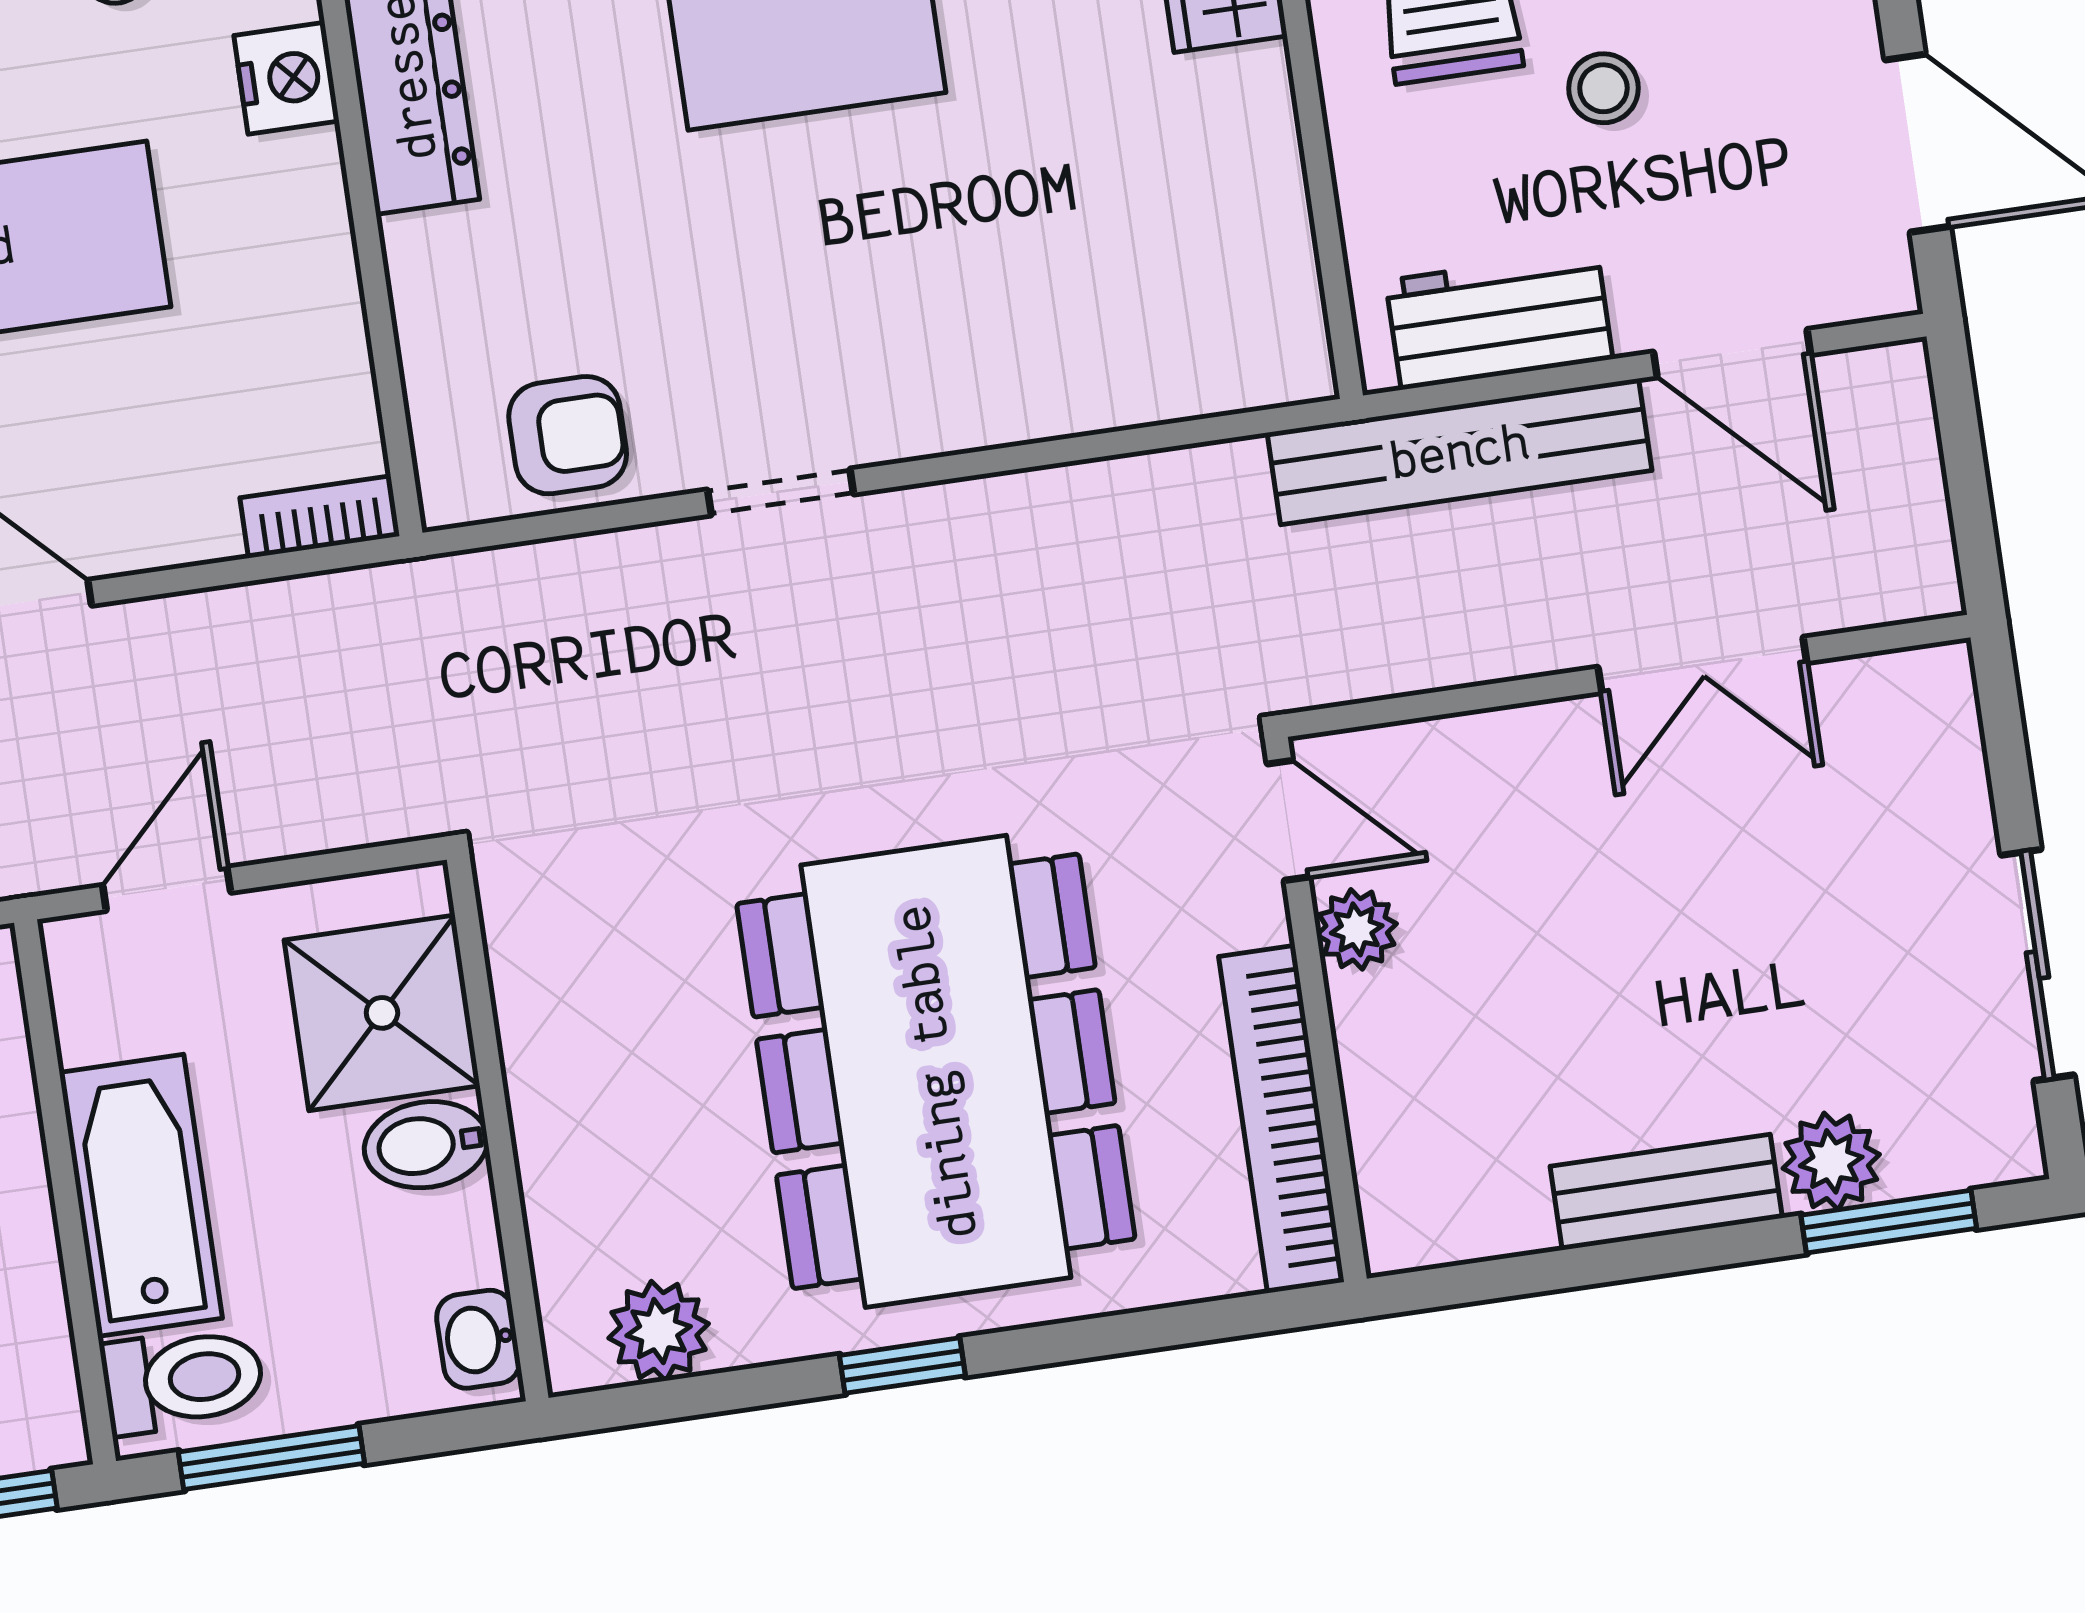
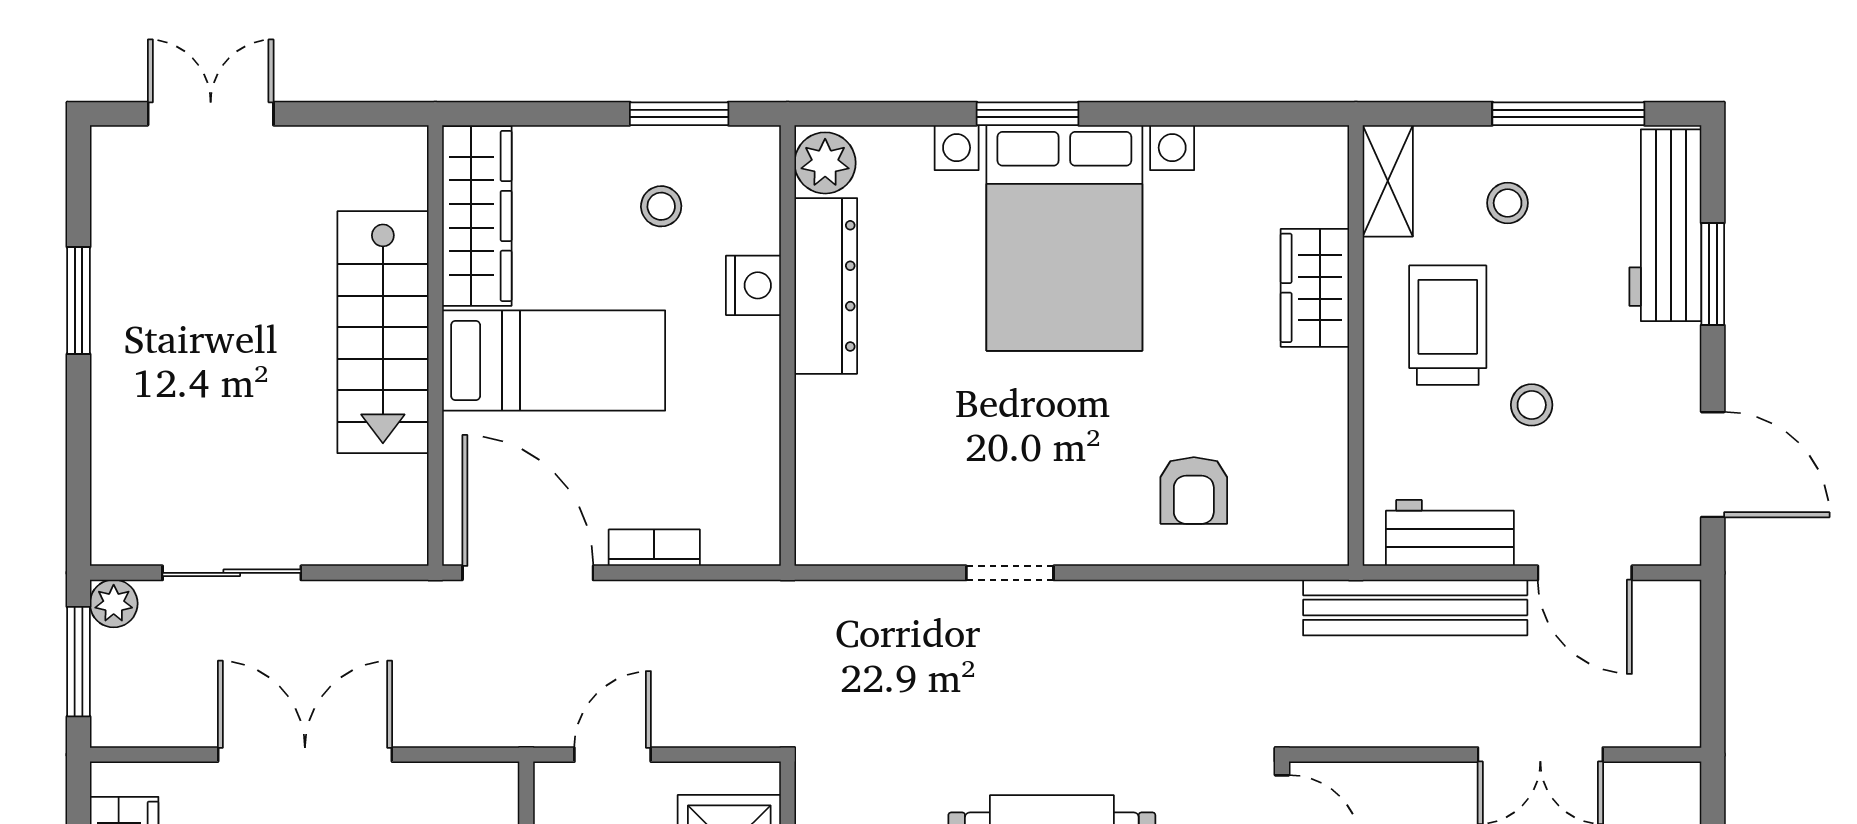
armchair: (568, 435) -> (1194, 490), moved, turned 90
bookcase: (320, 517) -> (654, 548), moved

